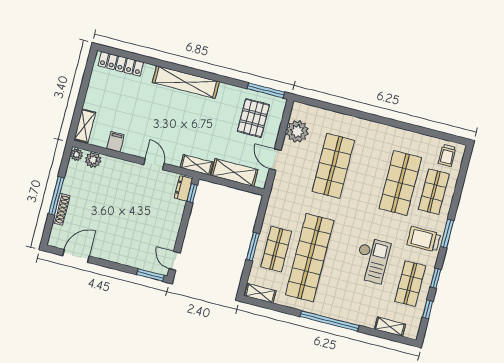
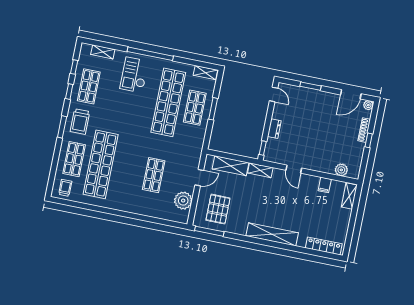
plant: (76, 155) -> (368, 105), moved
door: (275, 160) -> (199, 178), hinge flipped
shop shelf: (333, 166) -> (154, 175), width x0.70, depth x0.74
shop shelf: (400, 183) -> (101, 164), width x1.40
dresser: (183, 188) -> (274, 129), moved
window: (56, 196) -> (369, 140), width x0.46
trolley: (424, 239) -> (80, 122), turned 90
checkout: (372, 260) -> (134, 75), moved
window: (150, 275) -> (310, 86), moved

